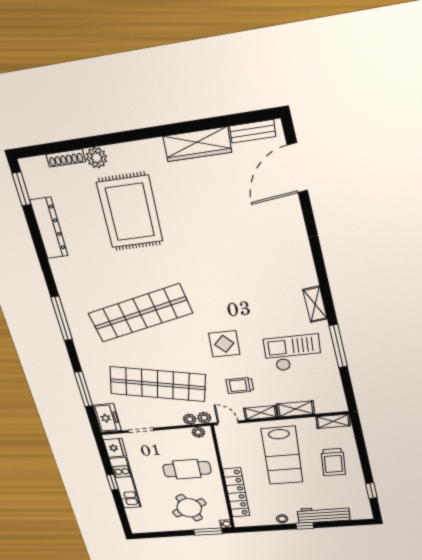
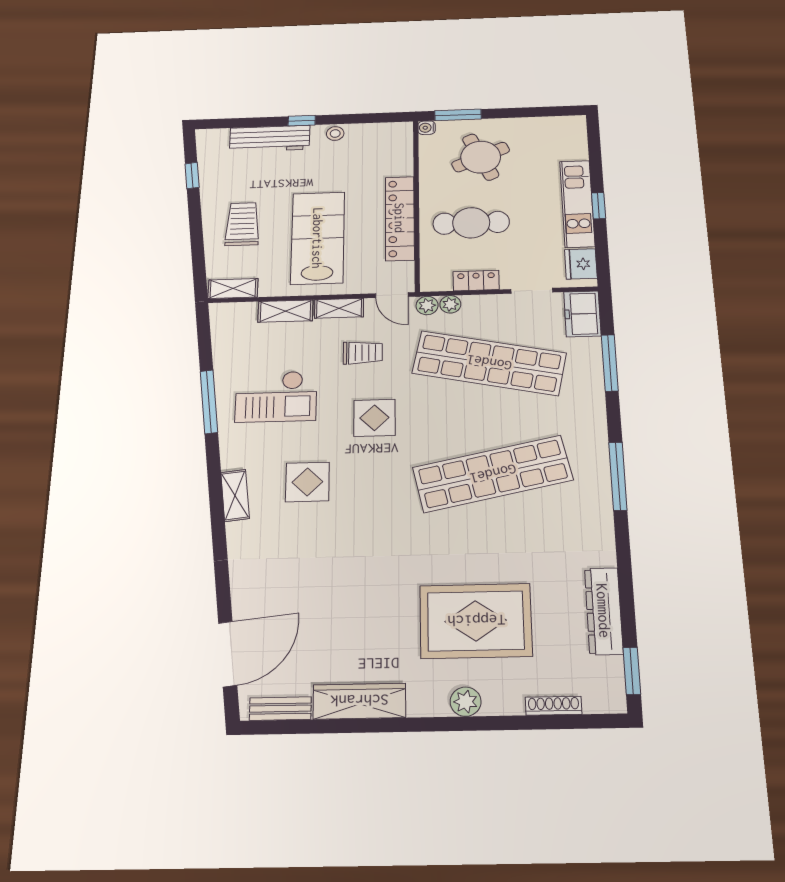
plant: (97, 158) -> (466, 702), moved
rug: (130, 212) -> (476, 621), turned 90
display table: (261, 297) -> (307, 482), added
shelving: (315, 304) -> (235, 495), moved
plant: (198, 432) -> (441, 283), removed
locker: (177, 435) -> (476, 281), added
locker: (236, 493) -> (400, 218), moved

